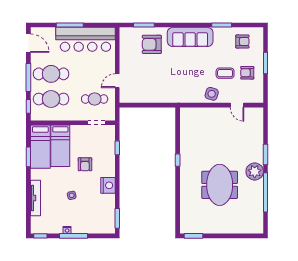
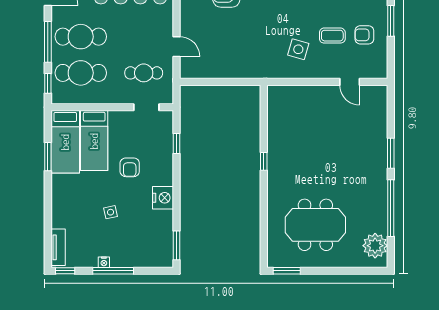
door: (117, 81) -> (176, 47), swing flipped
side table: (212, 94) -> (298, 49), moved
plant: (255, 172) -> (375, 246), moved
meeting table: (220, 185) -> (315, 225), moved, turned 90
tv unit: (35, 198) -> (58, 247), moved, width x0.71

